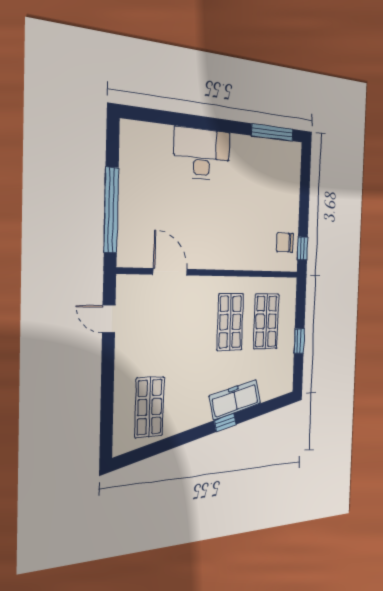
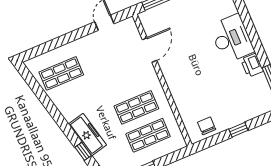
printer: (243, 147) -> (252, 65), added
window: (303, 249) -> (238, 130), moved
window: (225, 422) -> (83, 151), moved

